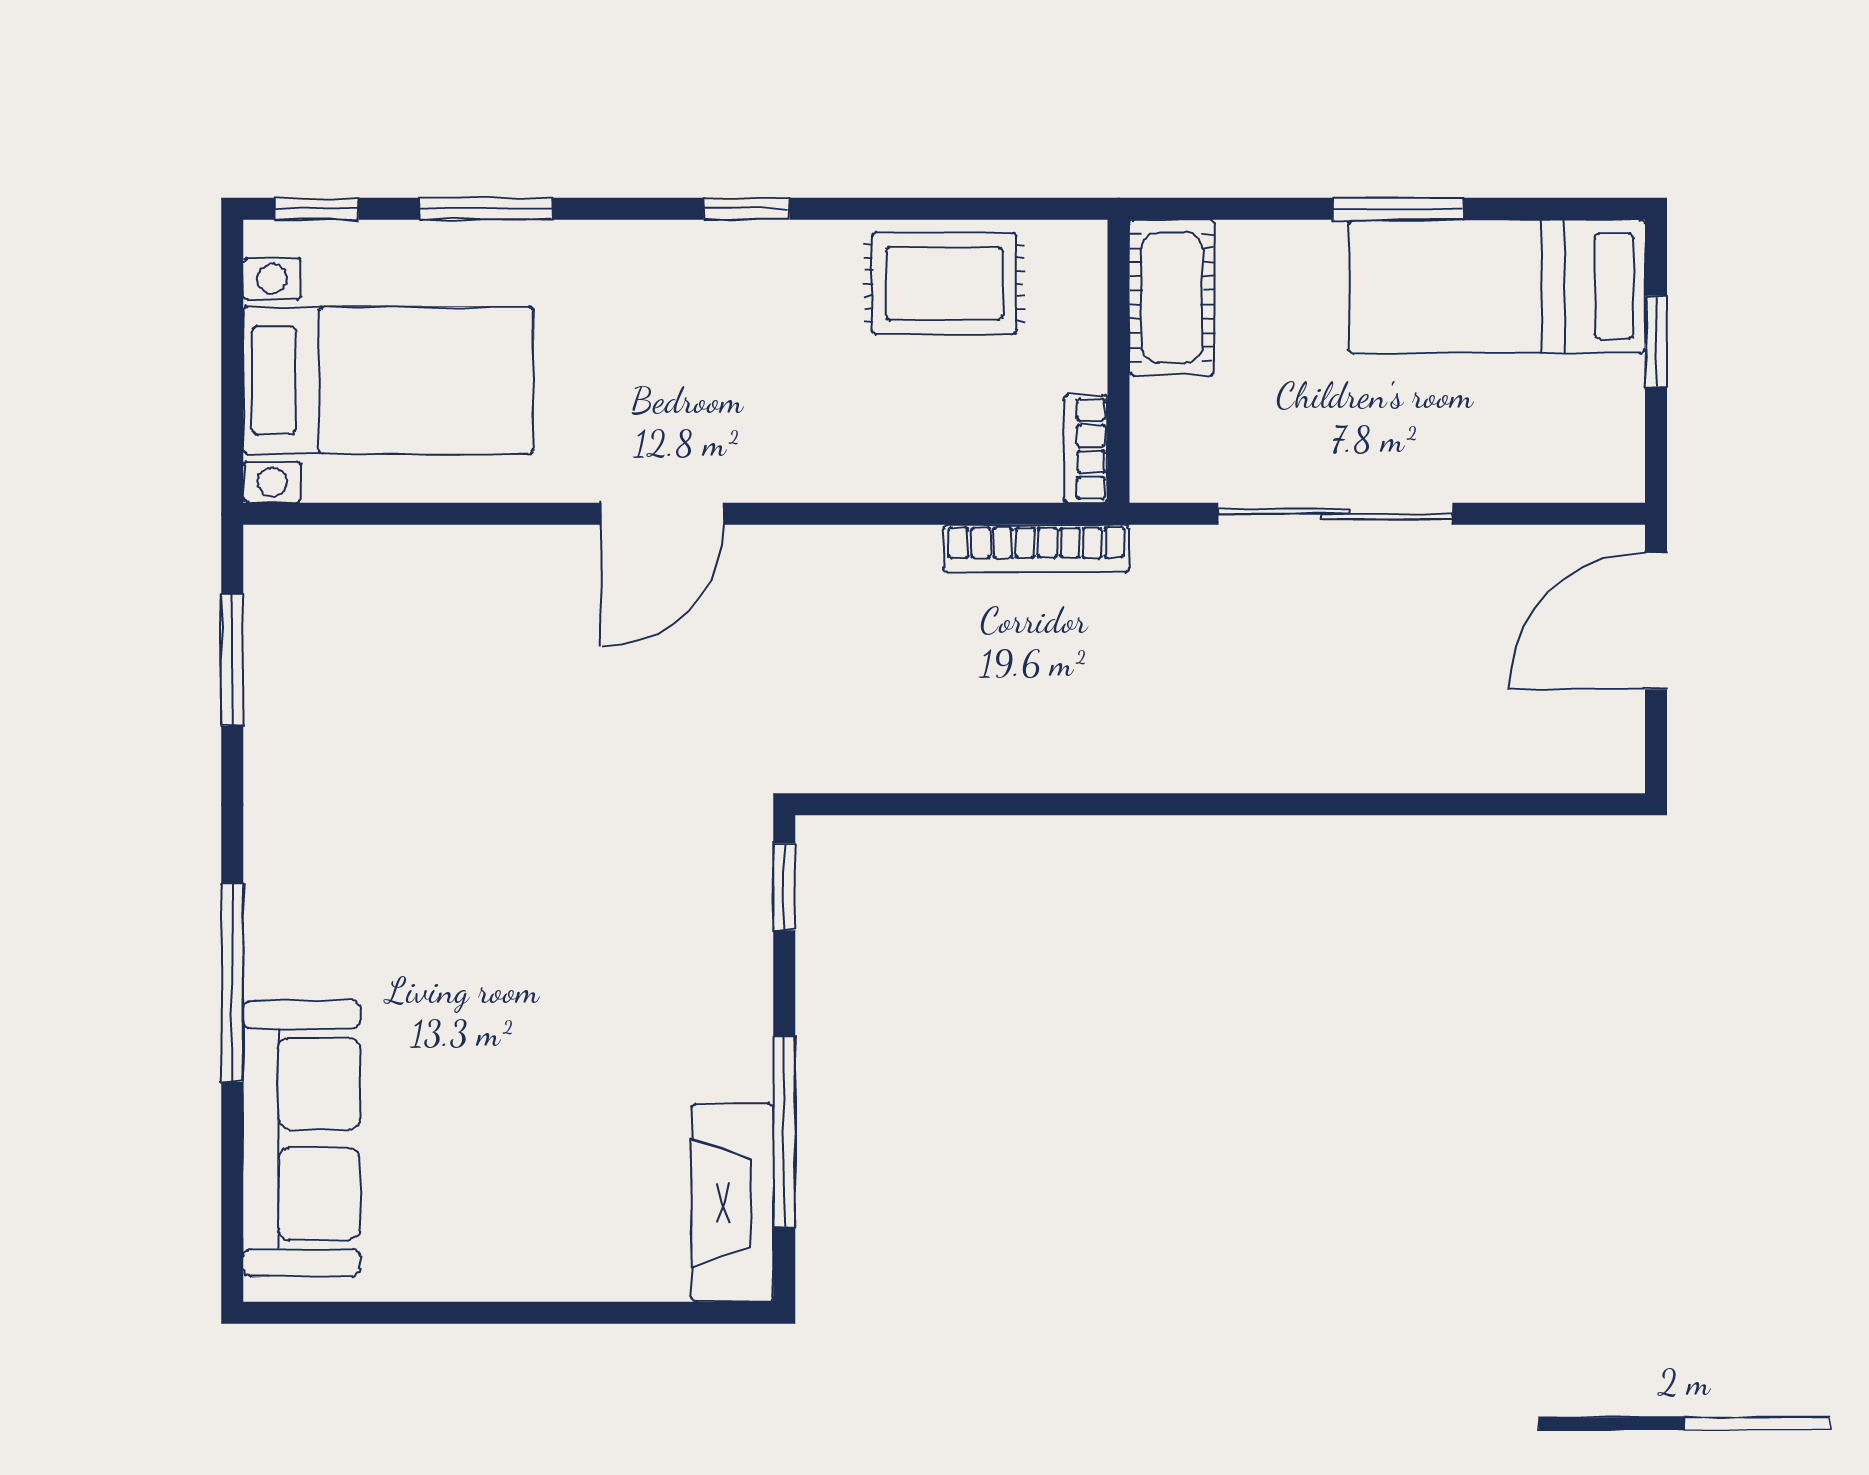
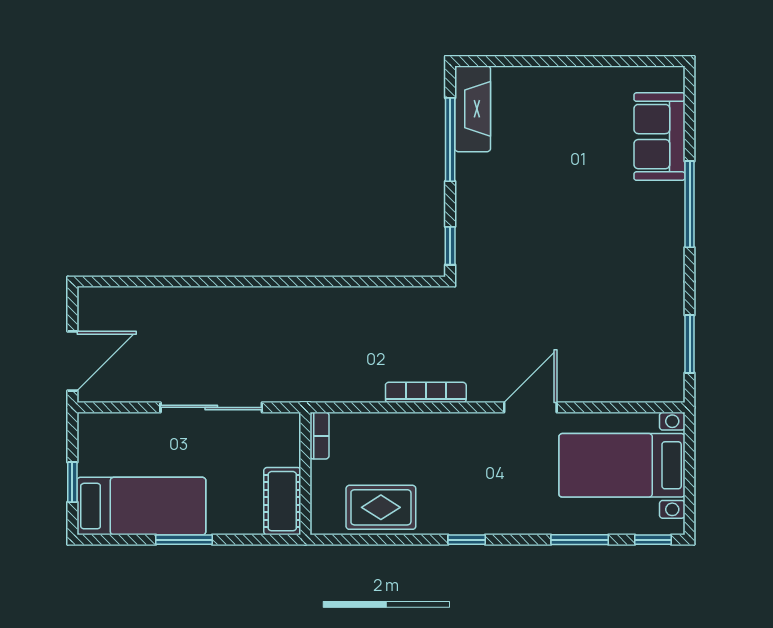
door: (662, 514) -> (530, 407), moved
bookcase: (1036, 548) -> (426, 392), moved
sofa: (302, 1139) -> (659, 137), width x0.73

